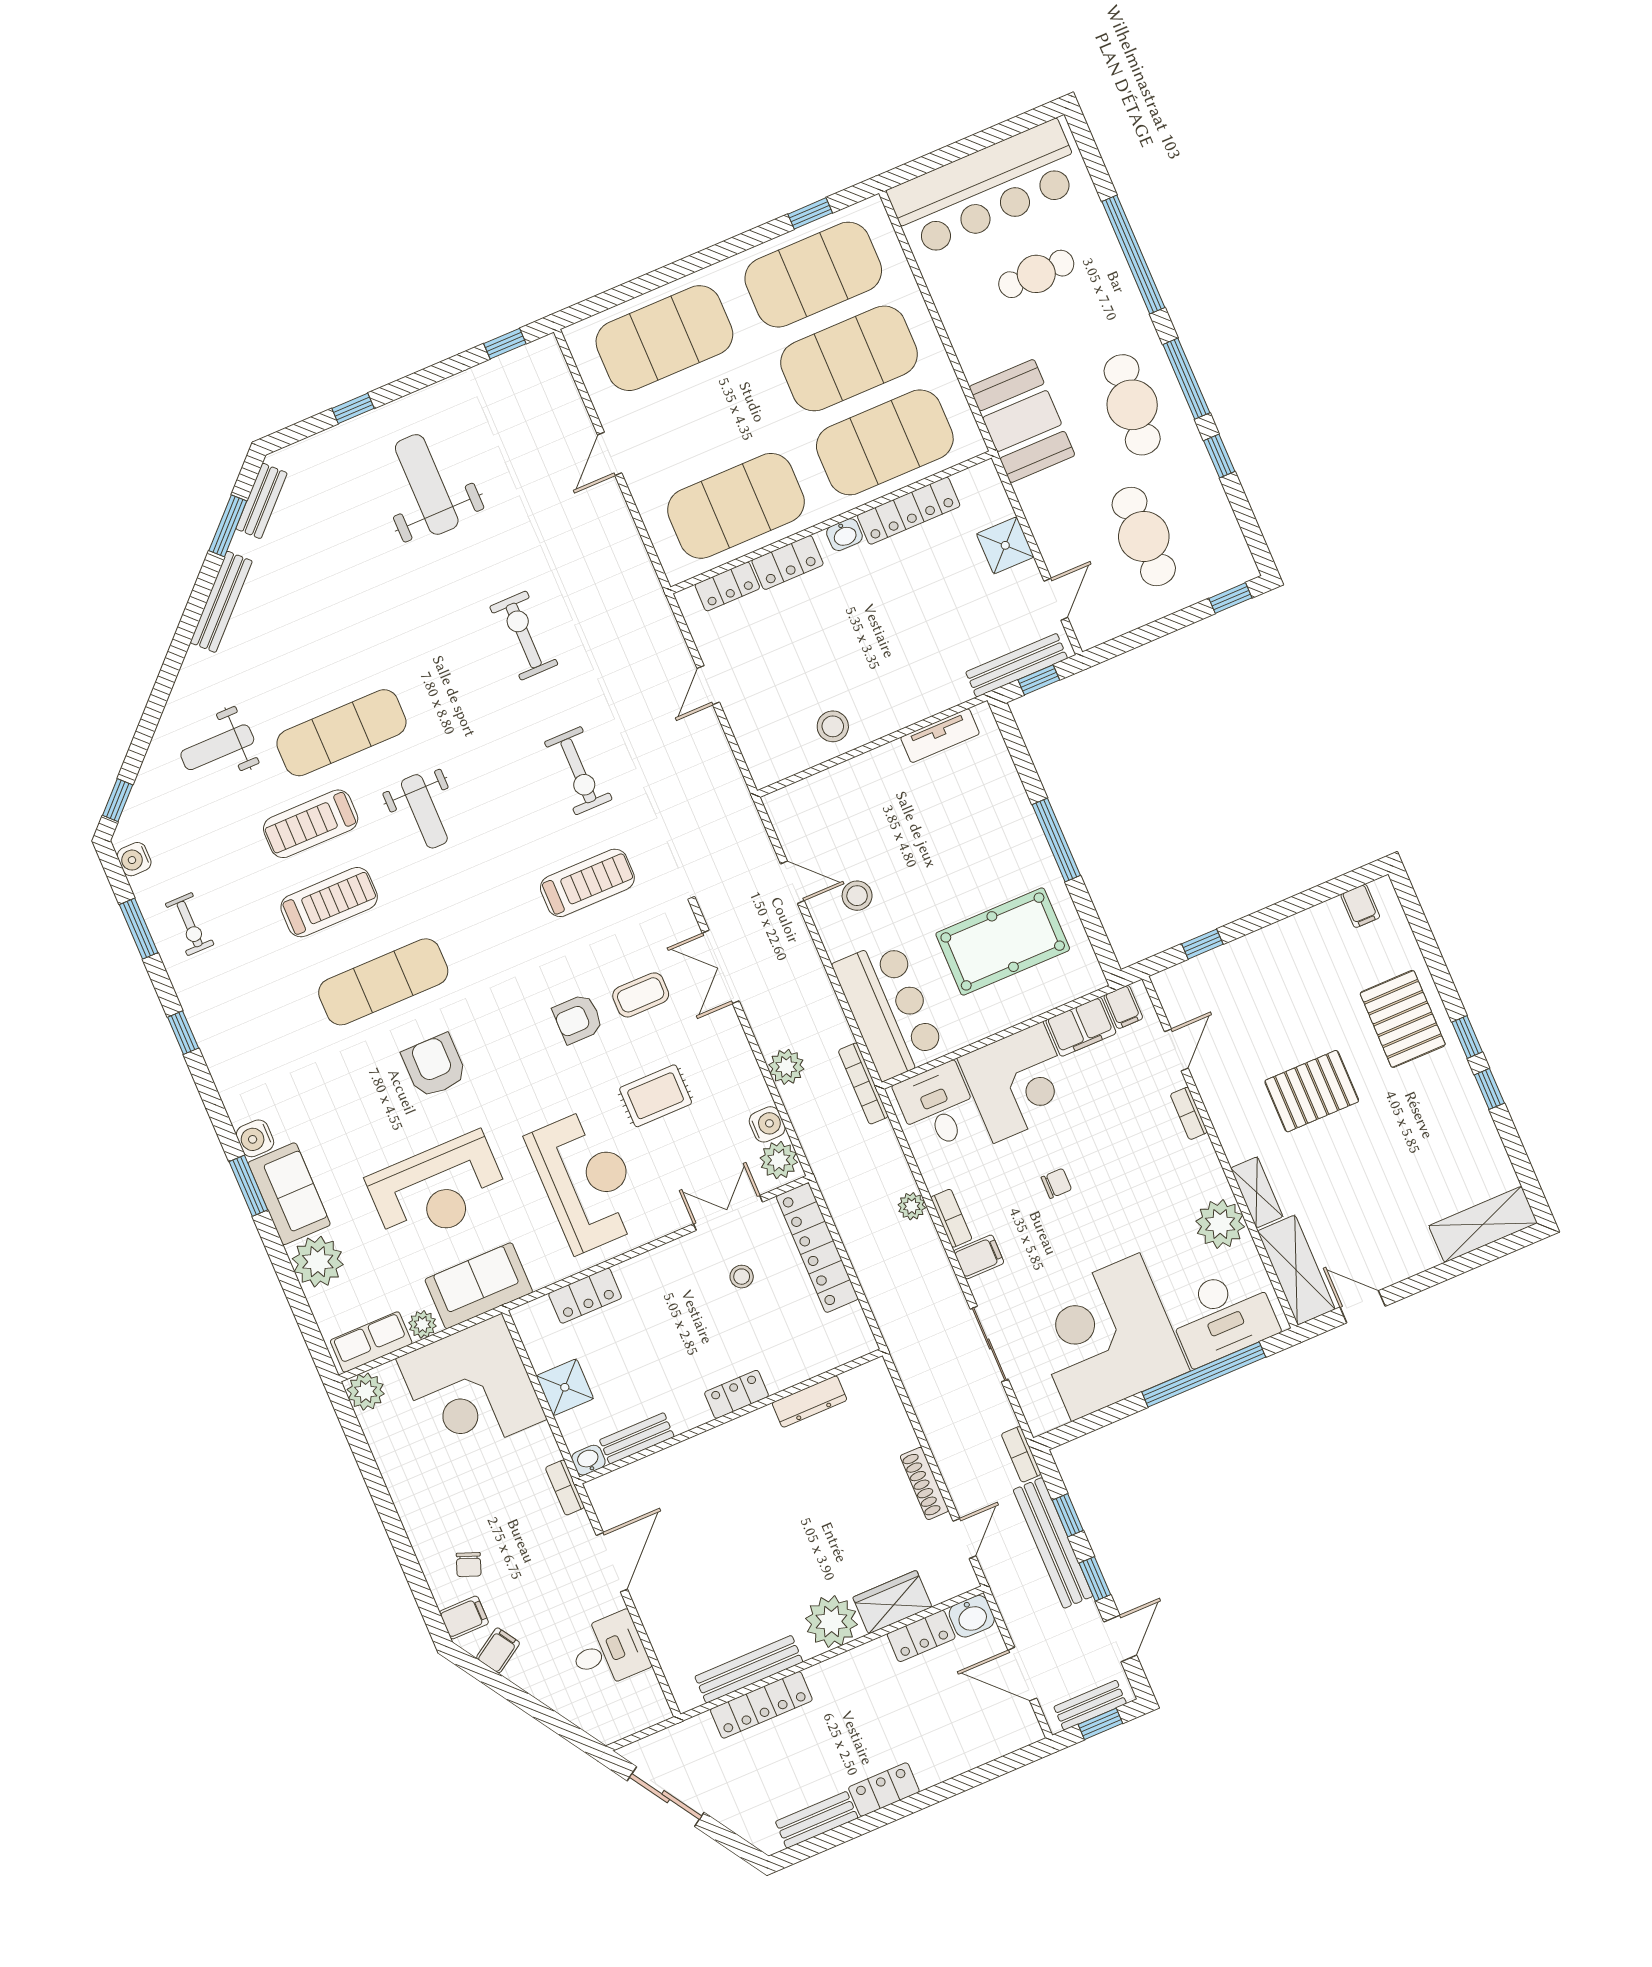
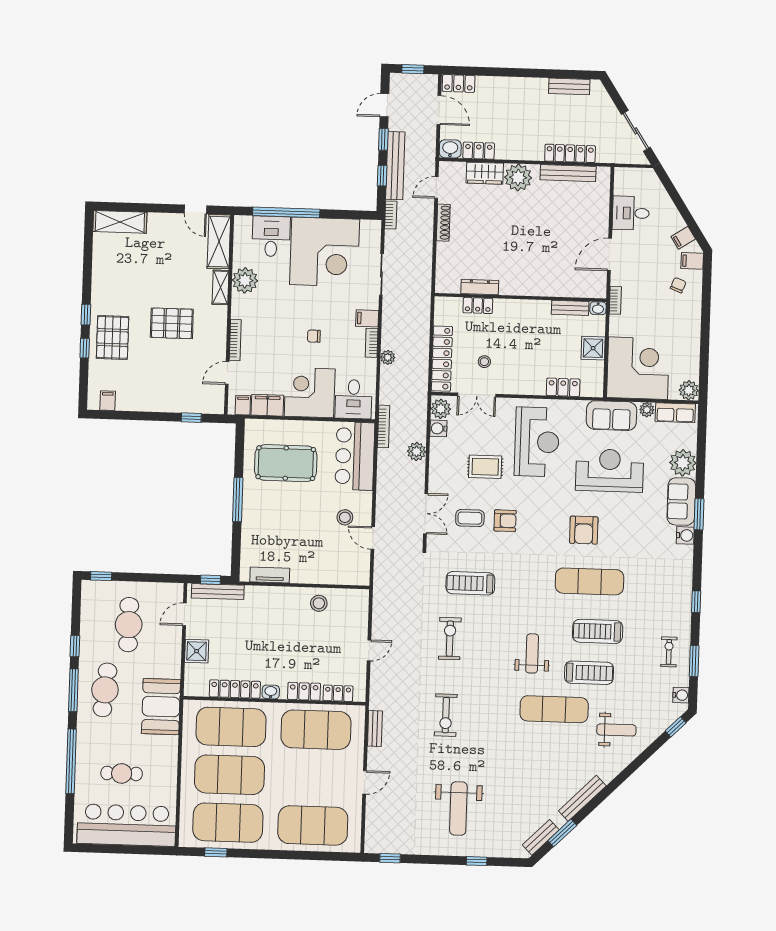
window: (1489, 1089) -> (85, 348), moved
bookcase: (1189, 1113) -> (235, 340), width x1.56
reception desk: (586, 1180) -> (537, 442), turned 180
desk: (1222, 1316) -> (271, 236), width x0.73
locker: (737, 1394) -> (478, 306), moved
bench: (1090, 1705) -> (375, 729), moved, turned 90
locker: (884, 1789) -> (459, 83), moved

